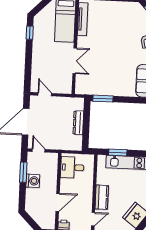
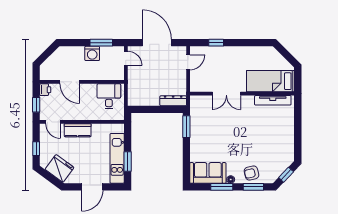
window: (30, 33) -> (216, 43), moved
dresser: (78, 123) -> (173, 101), moved
door: (39, 150) -> (126, 58), hinge flipped
window: (118, 152) -> (128, 161), moved

